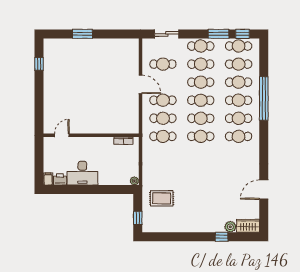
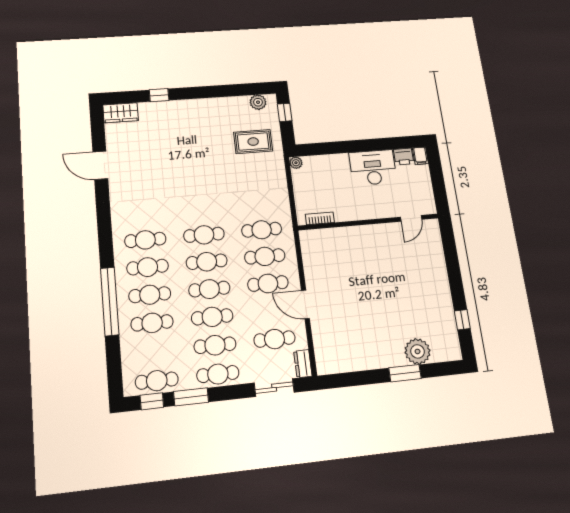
plant: (72, 47) -> (418, 351), added
dresser: (147, 47) -> (303, 364), added
cafe table: (239, 64) -> (154, 352), removed
door: (264, 190) -> (100, 165), swing flipped
plant: (230, 227) -> (258, 102), moved

